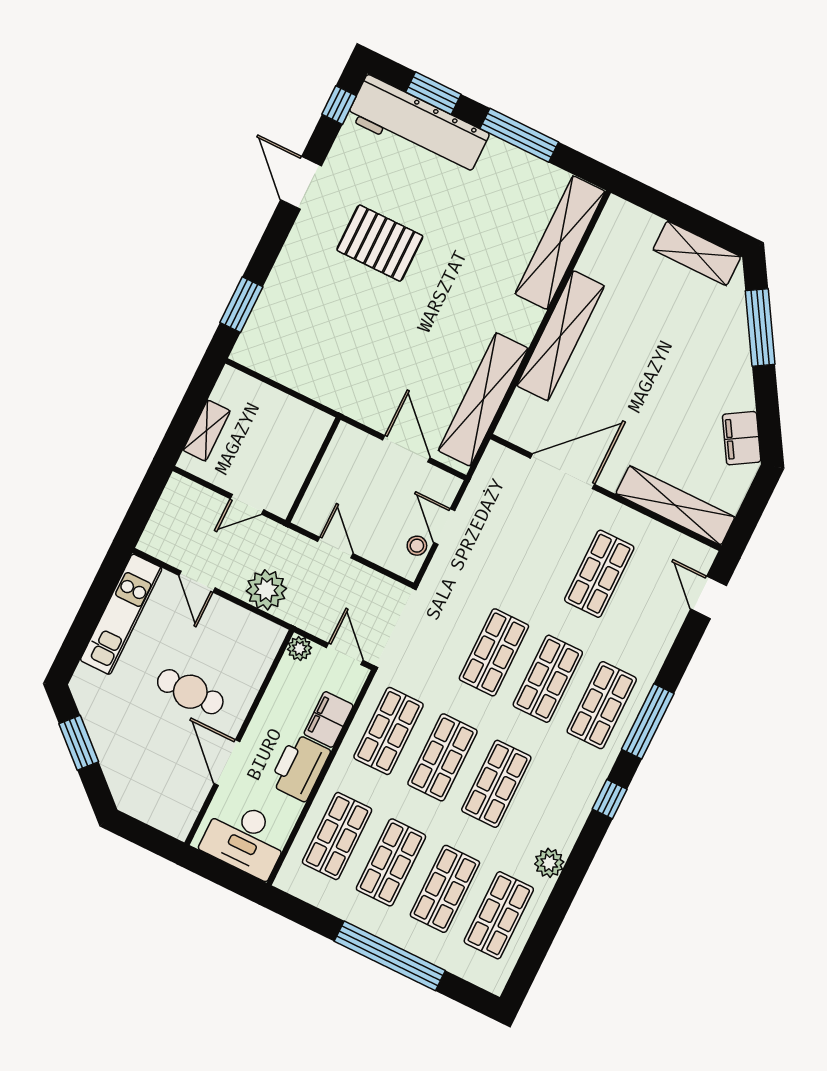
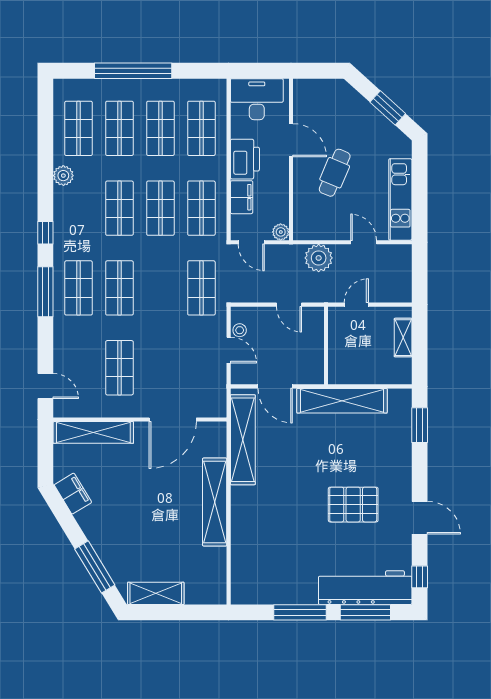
window: (433, 93) -> (365, 612), width x1.44
shelving: (560, 243) -> (342, 401), moved, turned 90
shop shelf: (494, 652) -> (201, 288), moved
cafe table: (190, 692) -> (335, 173), turned -67

